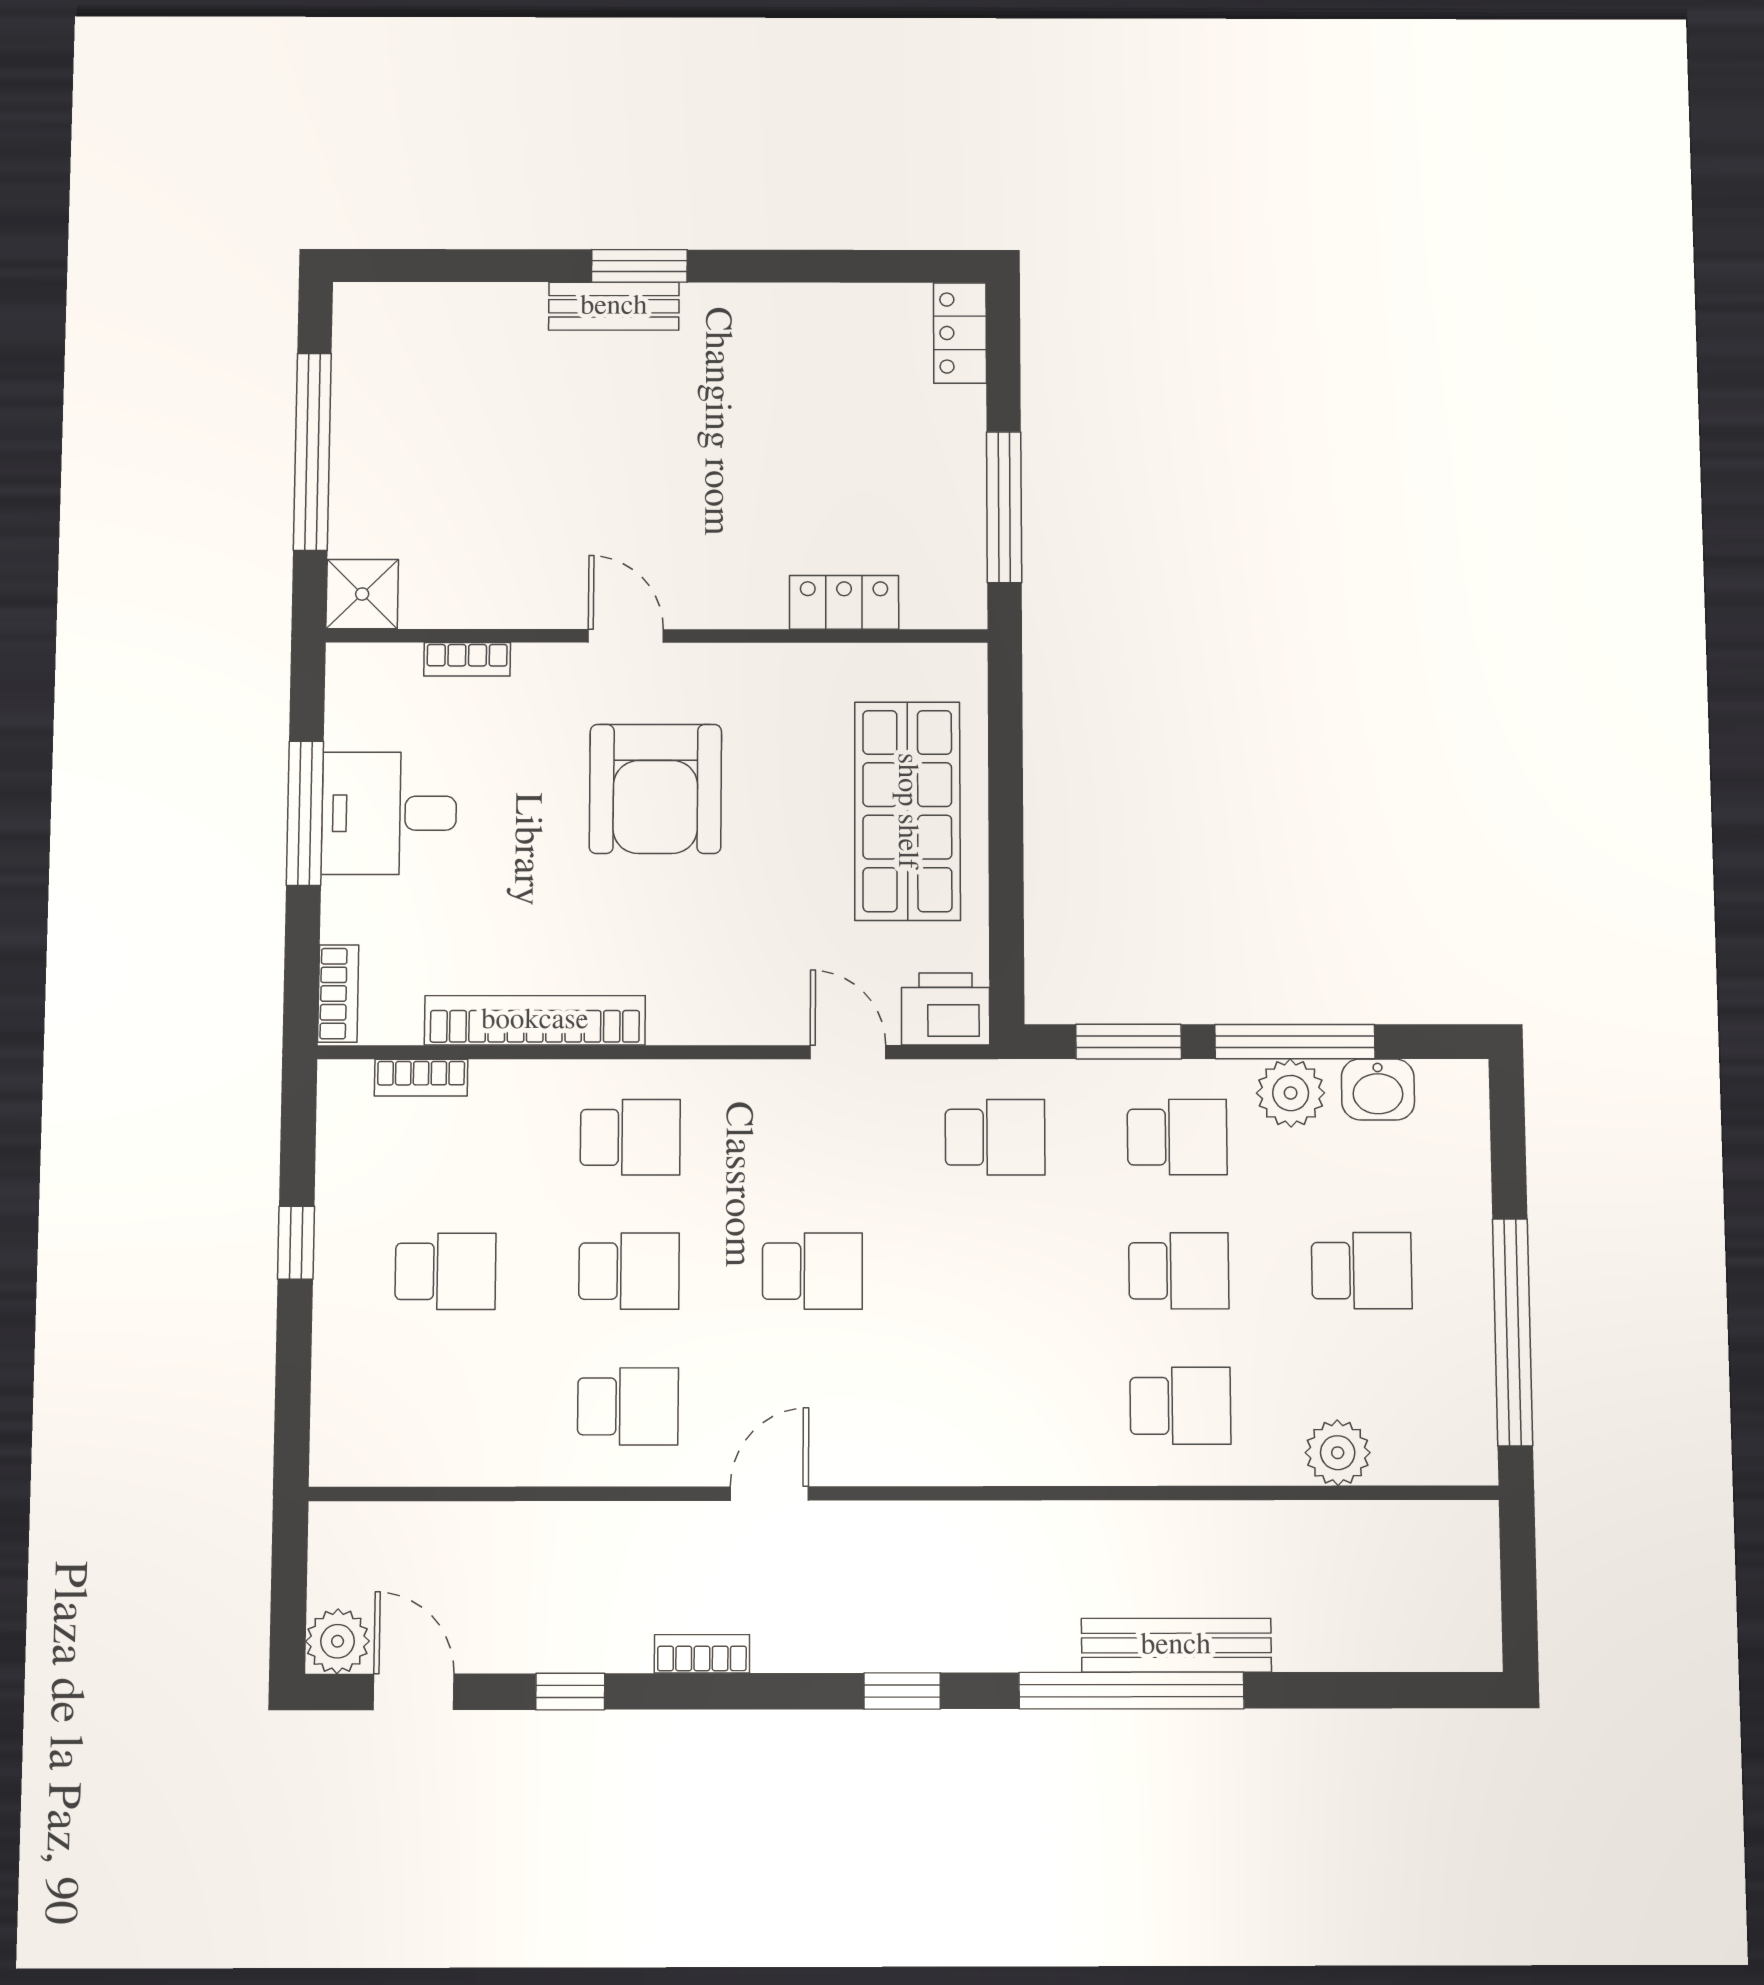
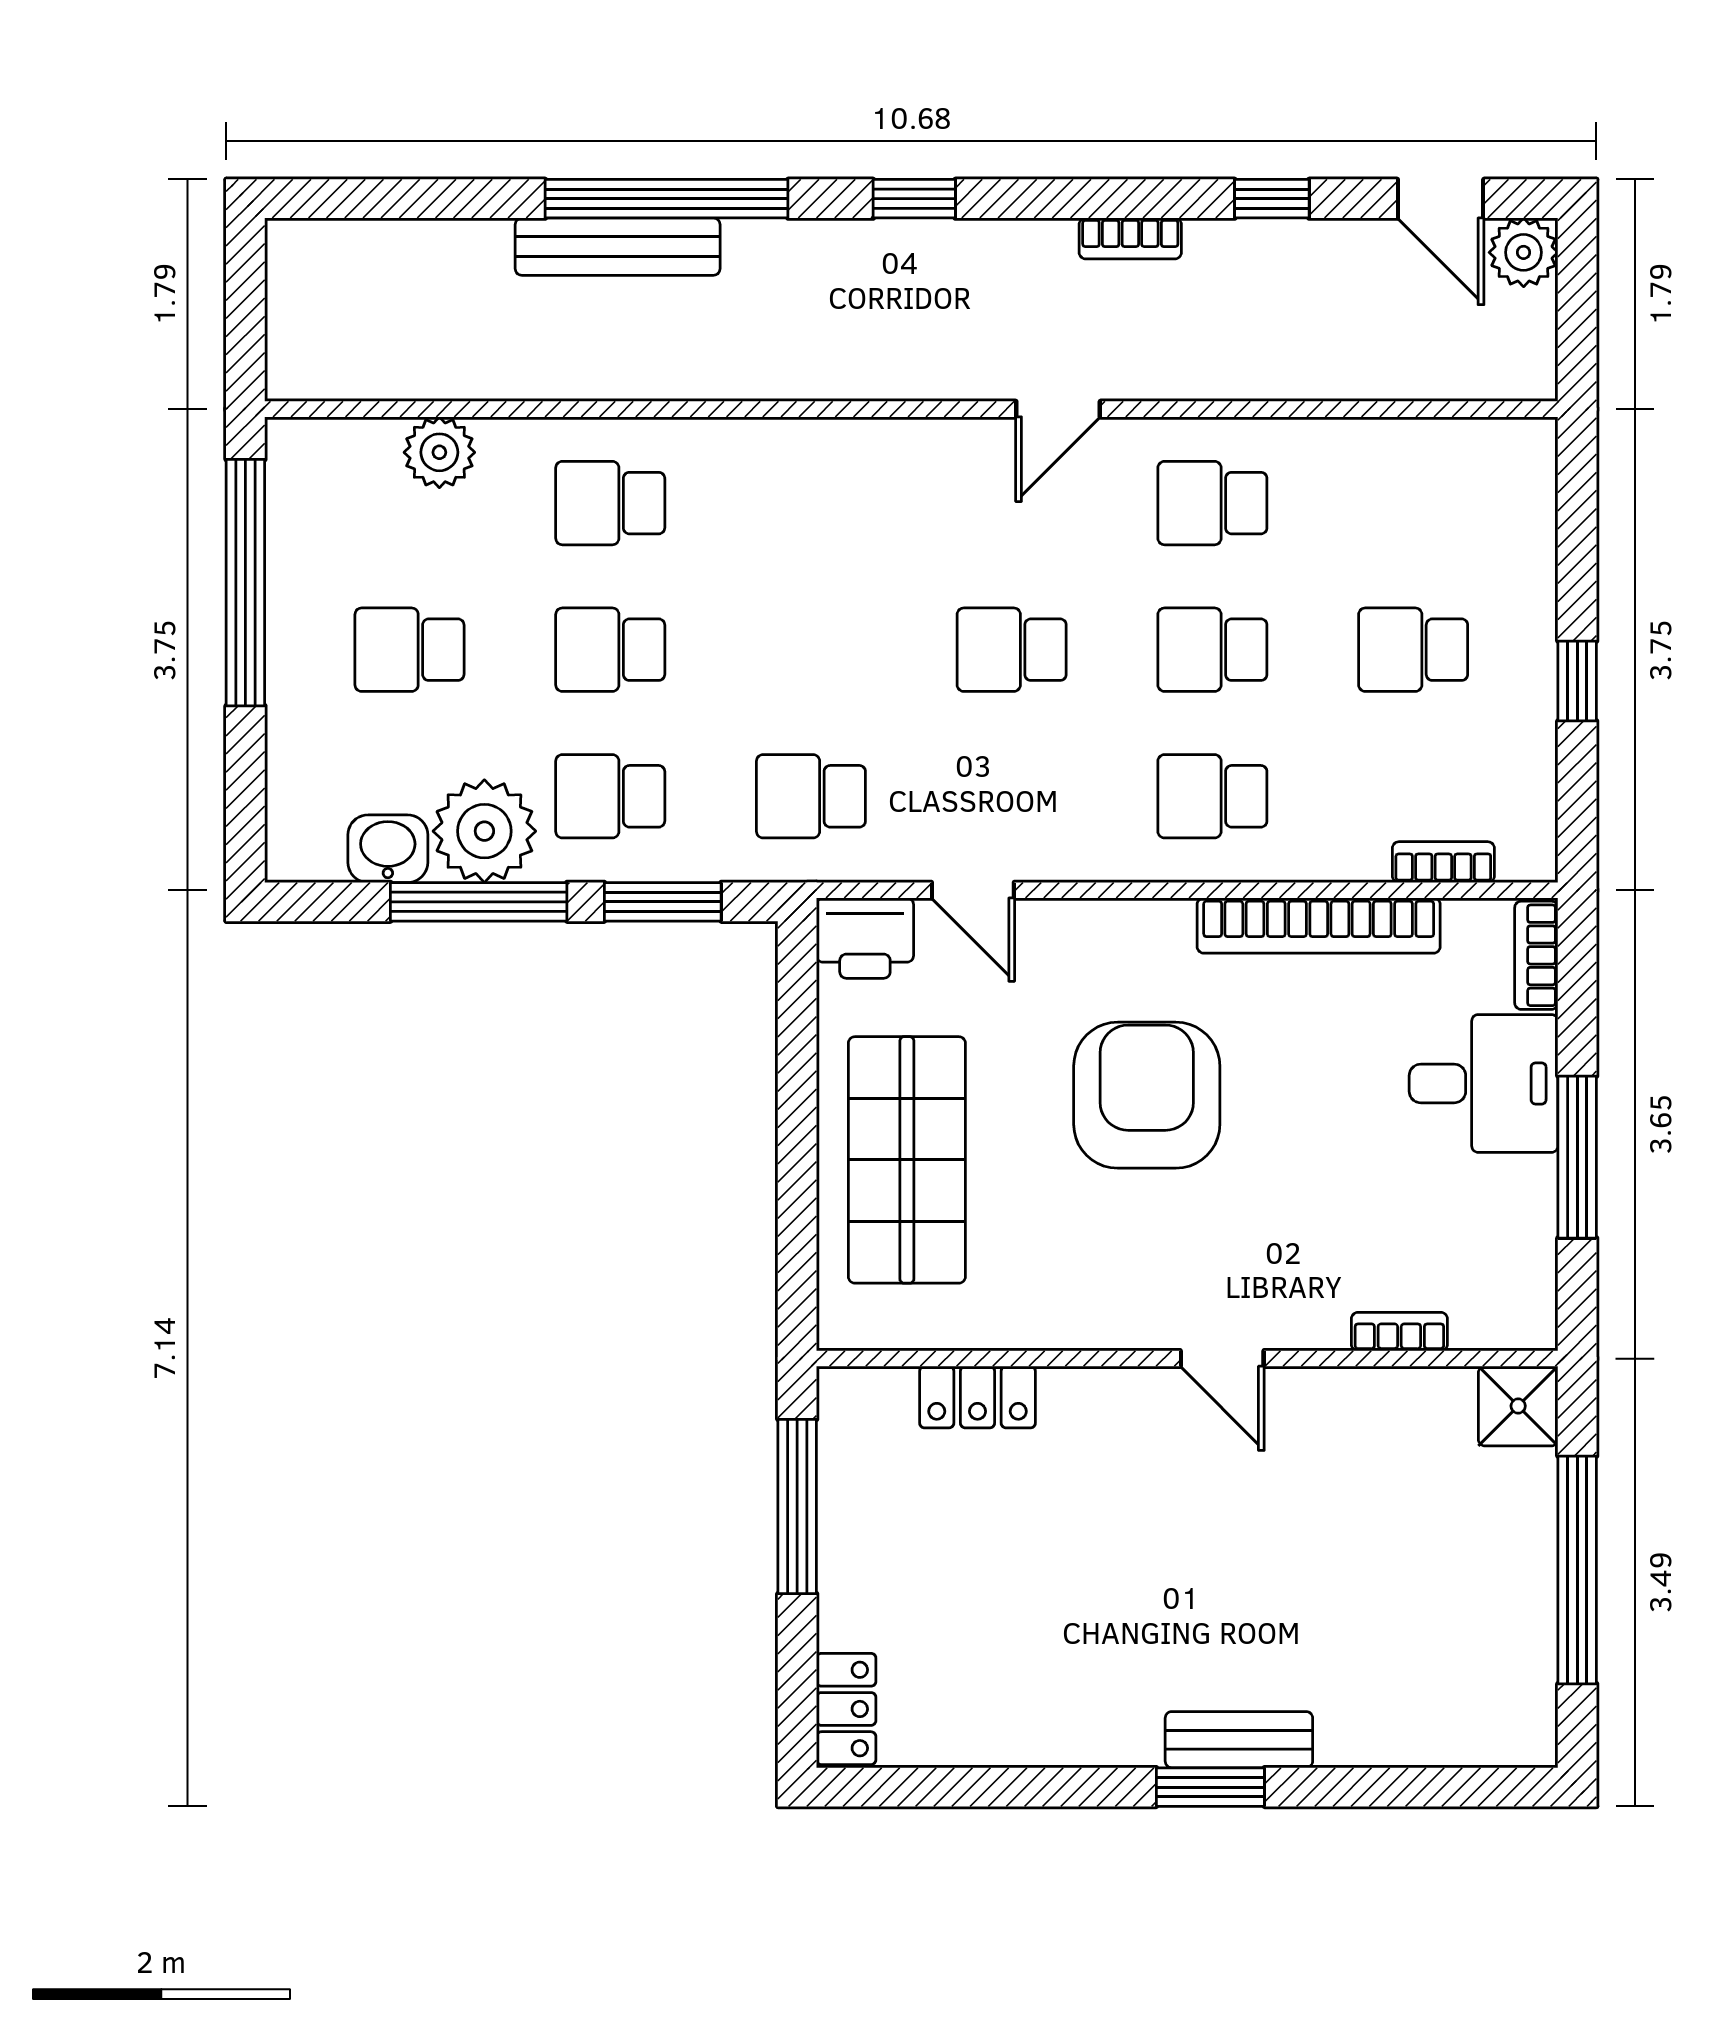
armchair: (655, 789) -> (1147, 1095), moved
desk: (389, 813) -> (1484, 1083), moved
plant: (1291, 1093) -> (484, 831), width x1.36, depth x1.36

